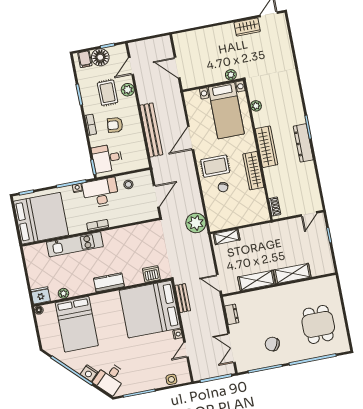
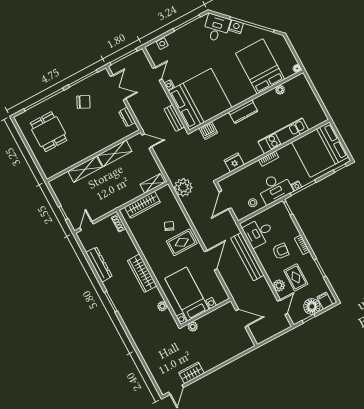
dresser: (303, 143) -> (99, 264), moved
desk: (107, 158) -> (259, 233), moved, turned 180
wardrobe: (253, 171) -> (142, 205), moved, turned 90
fridge: (41, 295) -> (234, 162), moved, turned 180

